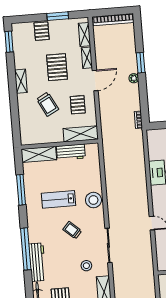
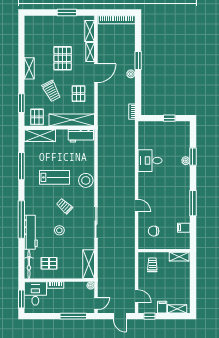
pallet: (42, 31) -> (37, 117), moved
window: (9, 42) -> (21, 103), moved
shelving: (81, 134) -> (72, 120), width x1.47
workbench: (71, 152) -> (81, 136), moved
lab bench: (59, 199) -> (54, 177), turned 180
stool: (86, 266) -> (59, 230), moved

